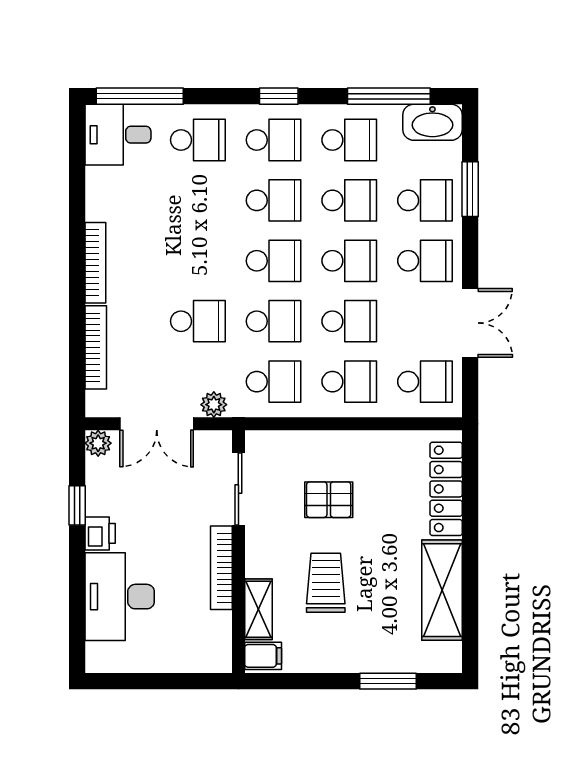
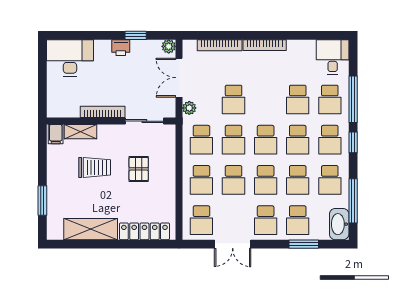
window: (140, 96) -> (353, 99), moved
school desk: (198, 200) -> (298, 99), added
desk: (120, 597) -> (70, 58), moved

